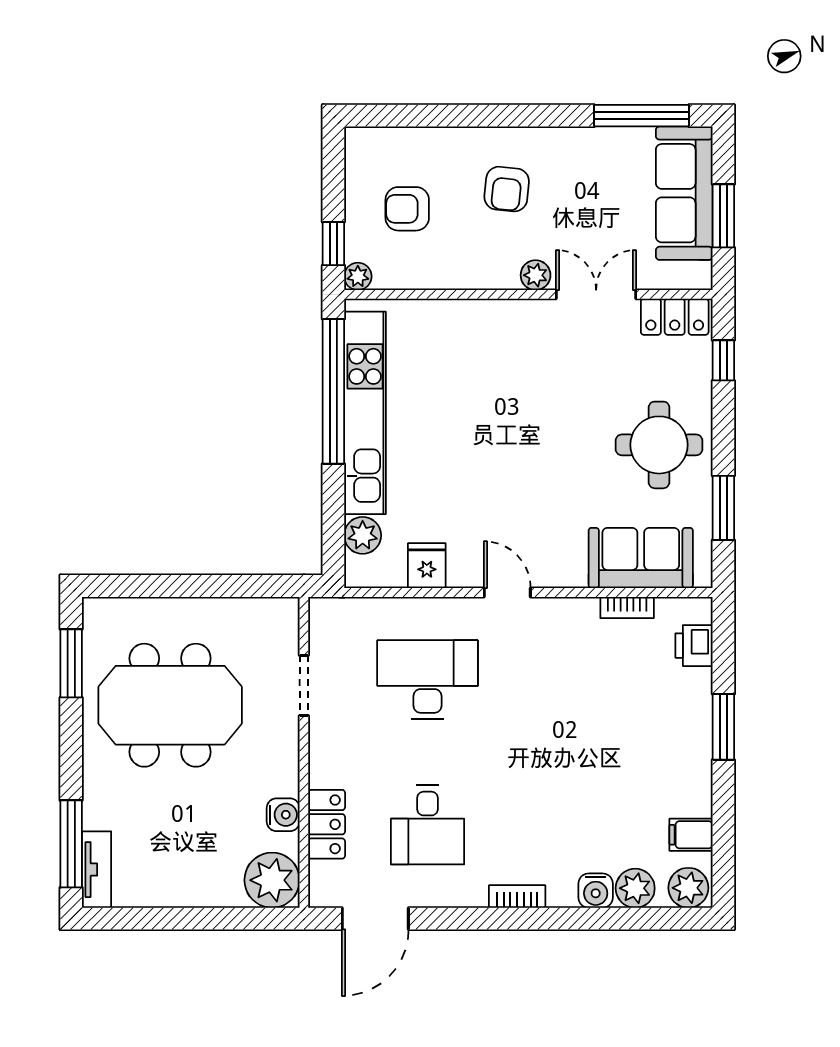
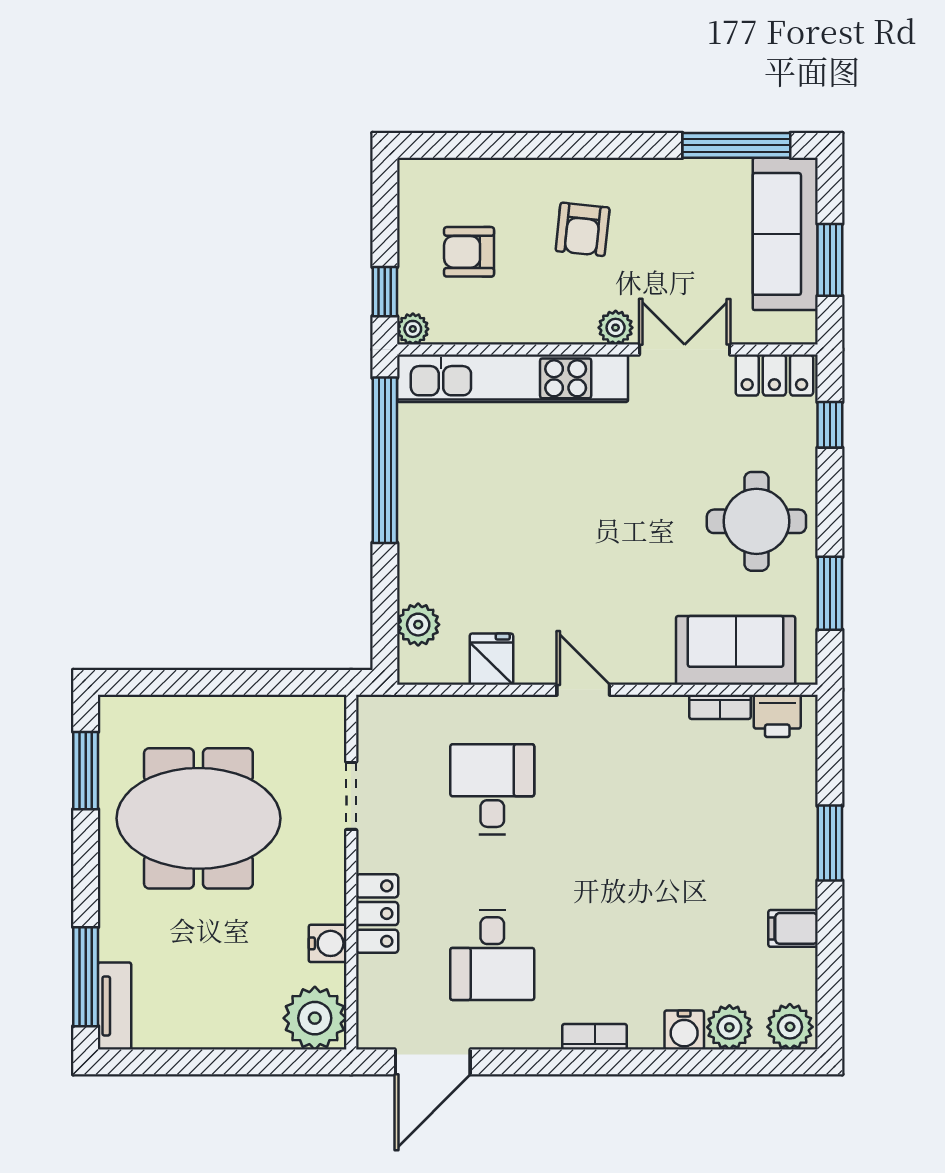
kitchen unit: (365, 413) -> (513, 378), moved, turned 90
printer: (694, 646) -> (777, 716), moved, turned -90
desk: (428, 680) -> (492, 789), width x0.73
locker: (327, 824) -> (377, 914), moved
filing cabinet: (691, 835) -> (793, 928), moved

